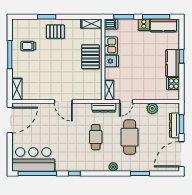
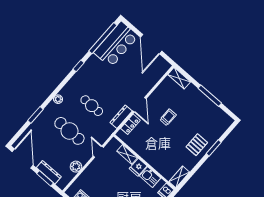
trolley: (28, 46) -> (168, 117), moved
pallet: (90, 57) -> (155, 154), removed
shelving: (109, 90) -> (127, 154), moved
locker: (84, 95) -> (130, 124), added
door: (63, 102) -> (139, 105), swing flipped
dresser: (104, 107) -> (121, 117), moved
door: (10, 120) -> (151, 44), moved

